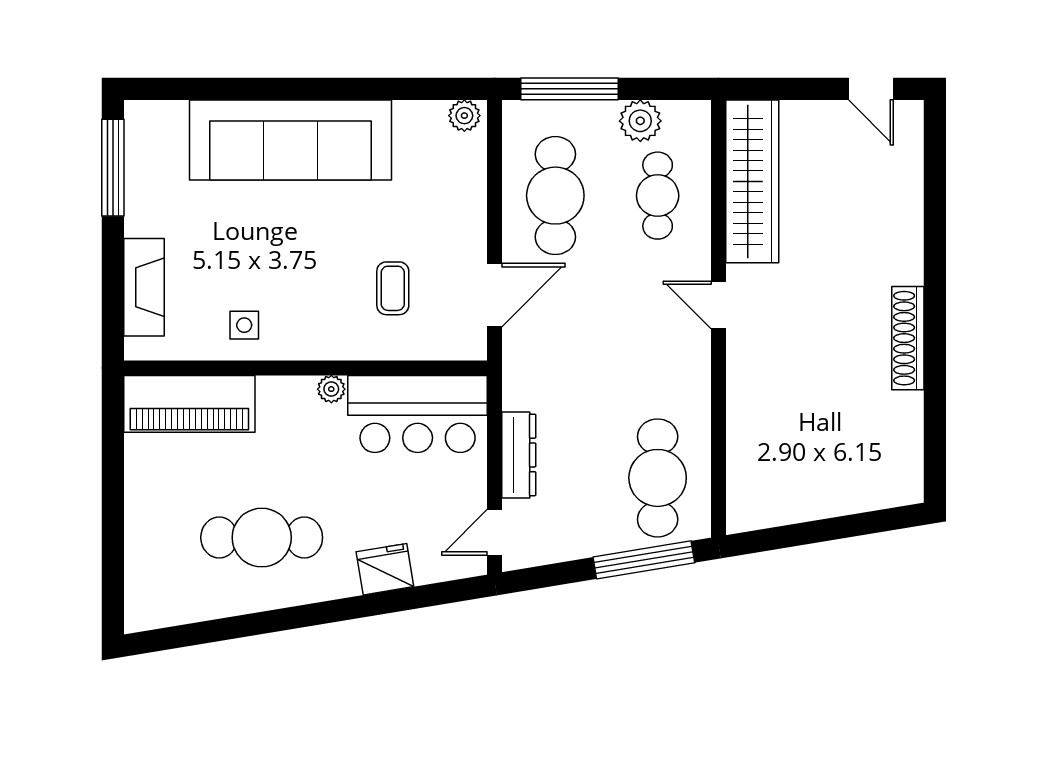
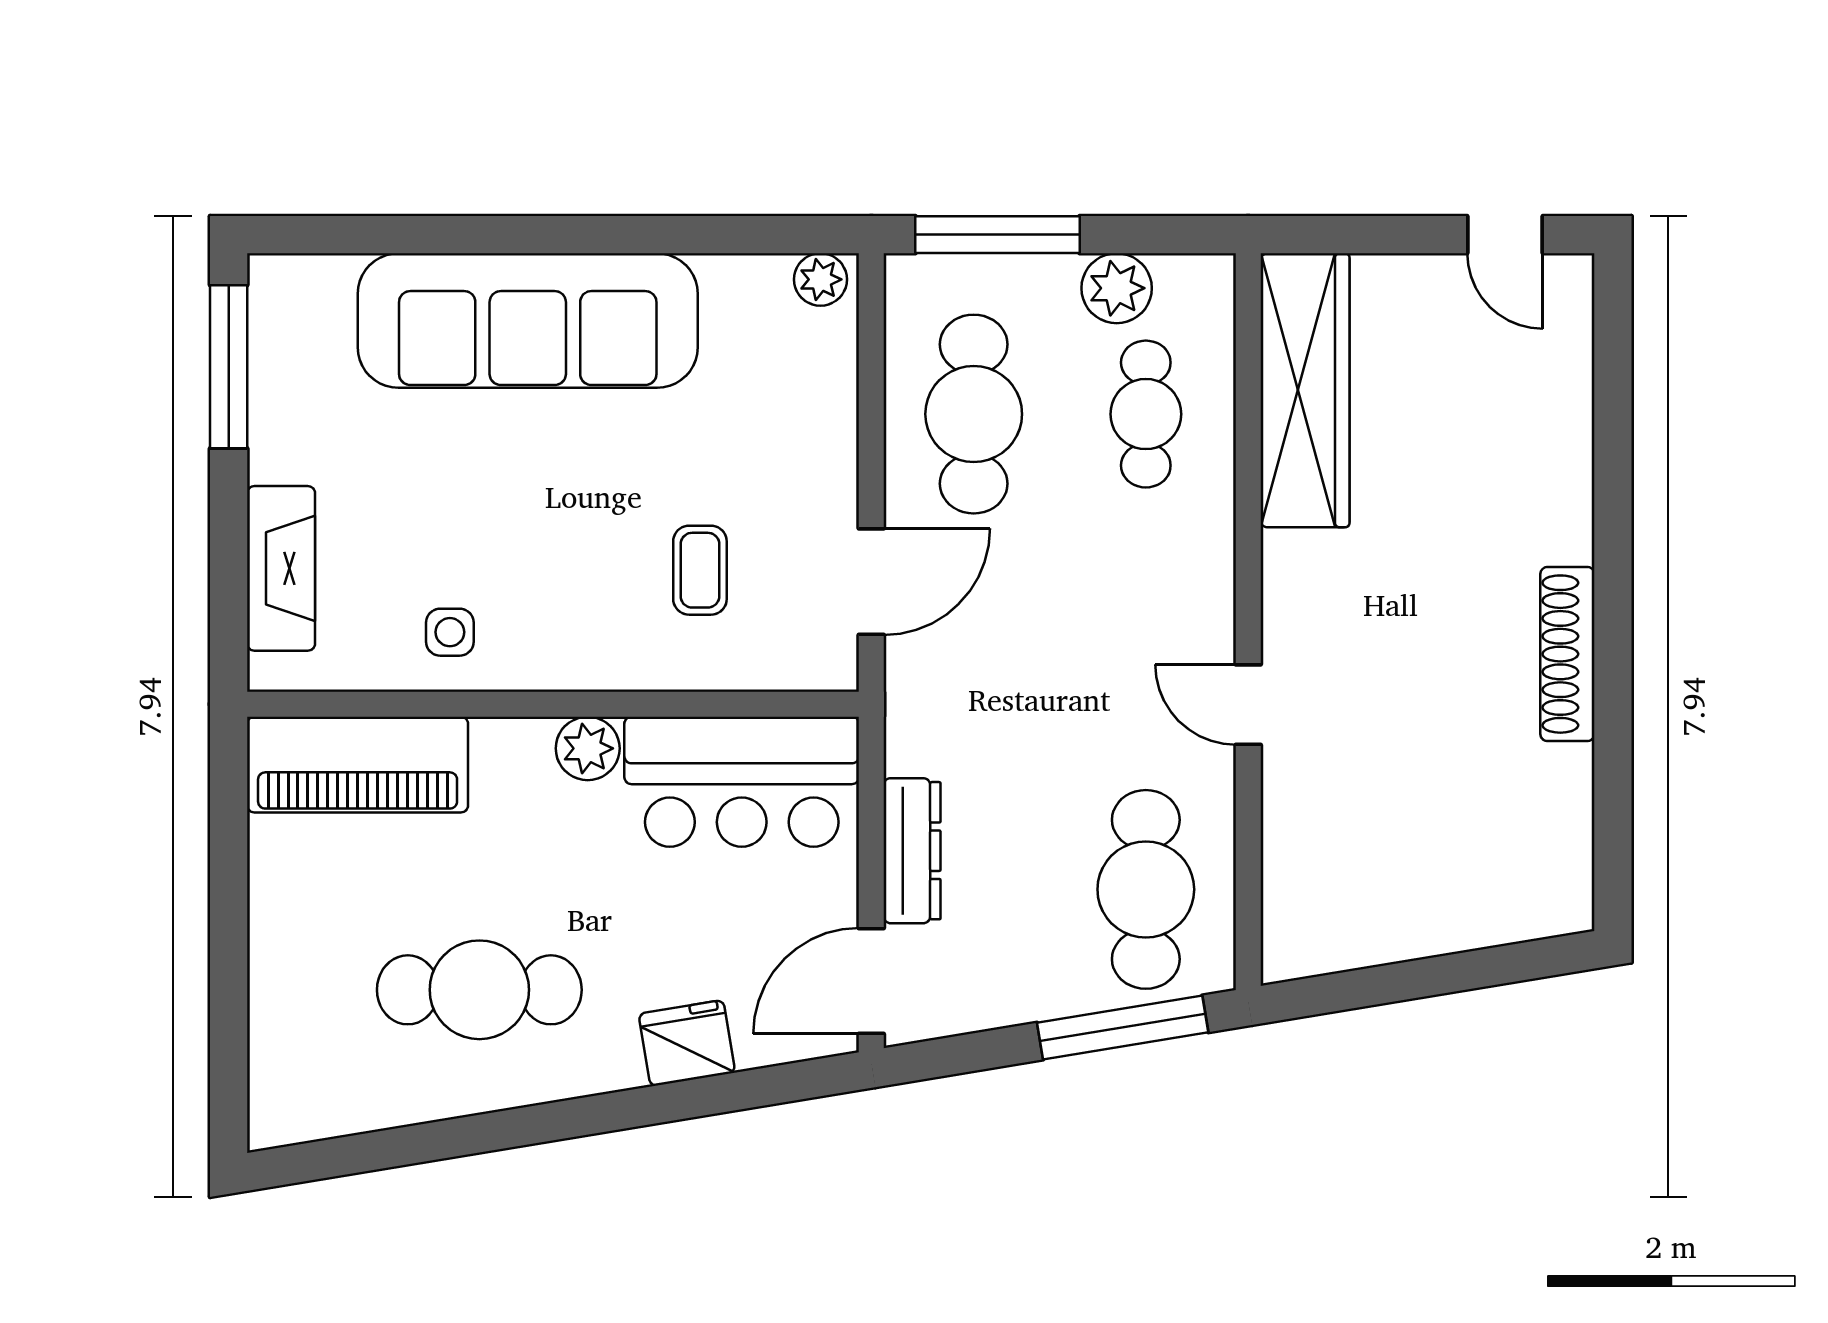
door: (718, 305) -> (1248, 705), moved
plant: (331, 389) -> (588, 748), width x1.38, depth x1.38
door: (495, 532) -> (871, 981), width x1.38

